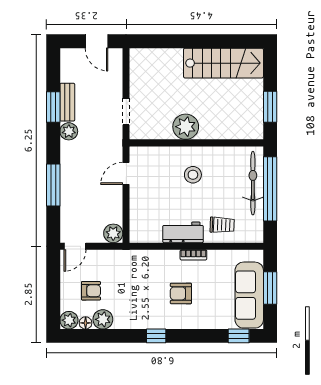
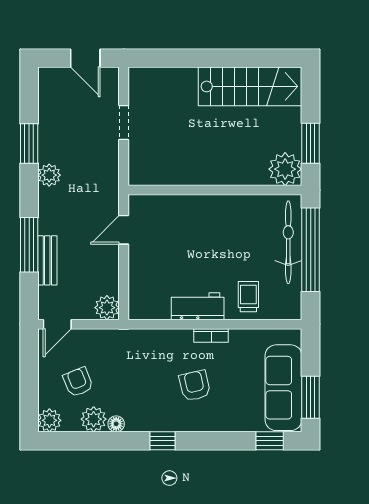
bench: (67, 102) -> (47, 260), moved
doorway: (126, 112) -> (124, 122), moved
plant: (186, 127) -> (285, 169), moved
stool: (193, 175) -> (210, 231), removed
trolley: (222, 225) -> (248, 297), turned -92
window: (270, 288) -> (311, 397), moved
armchair: (91, 291) -> (78, 382), turned -112
armchair: (181, 293) -> (195, 386), turned 77
floor lamp: (86, 323) -> (116, 424), moved

